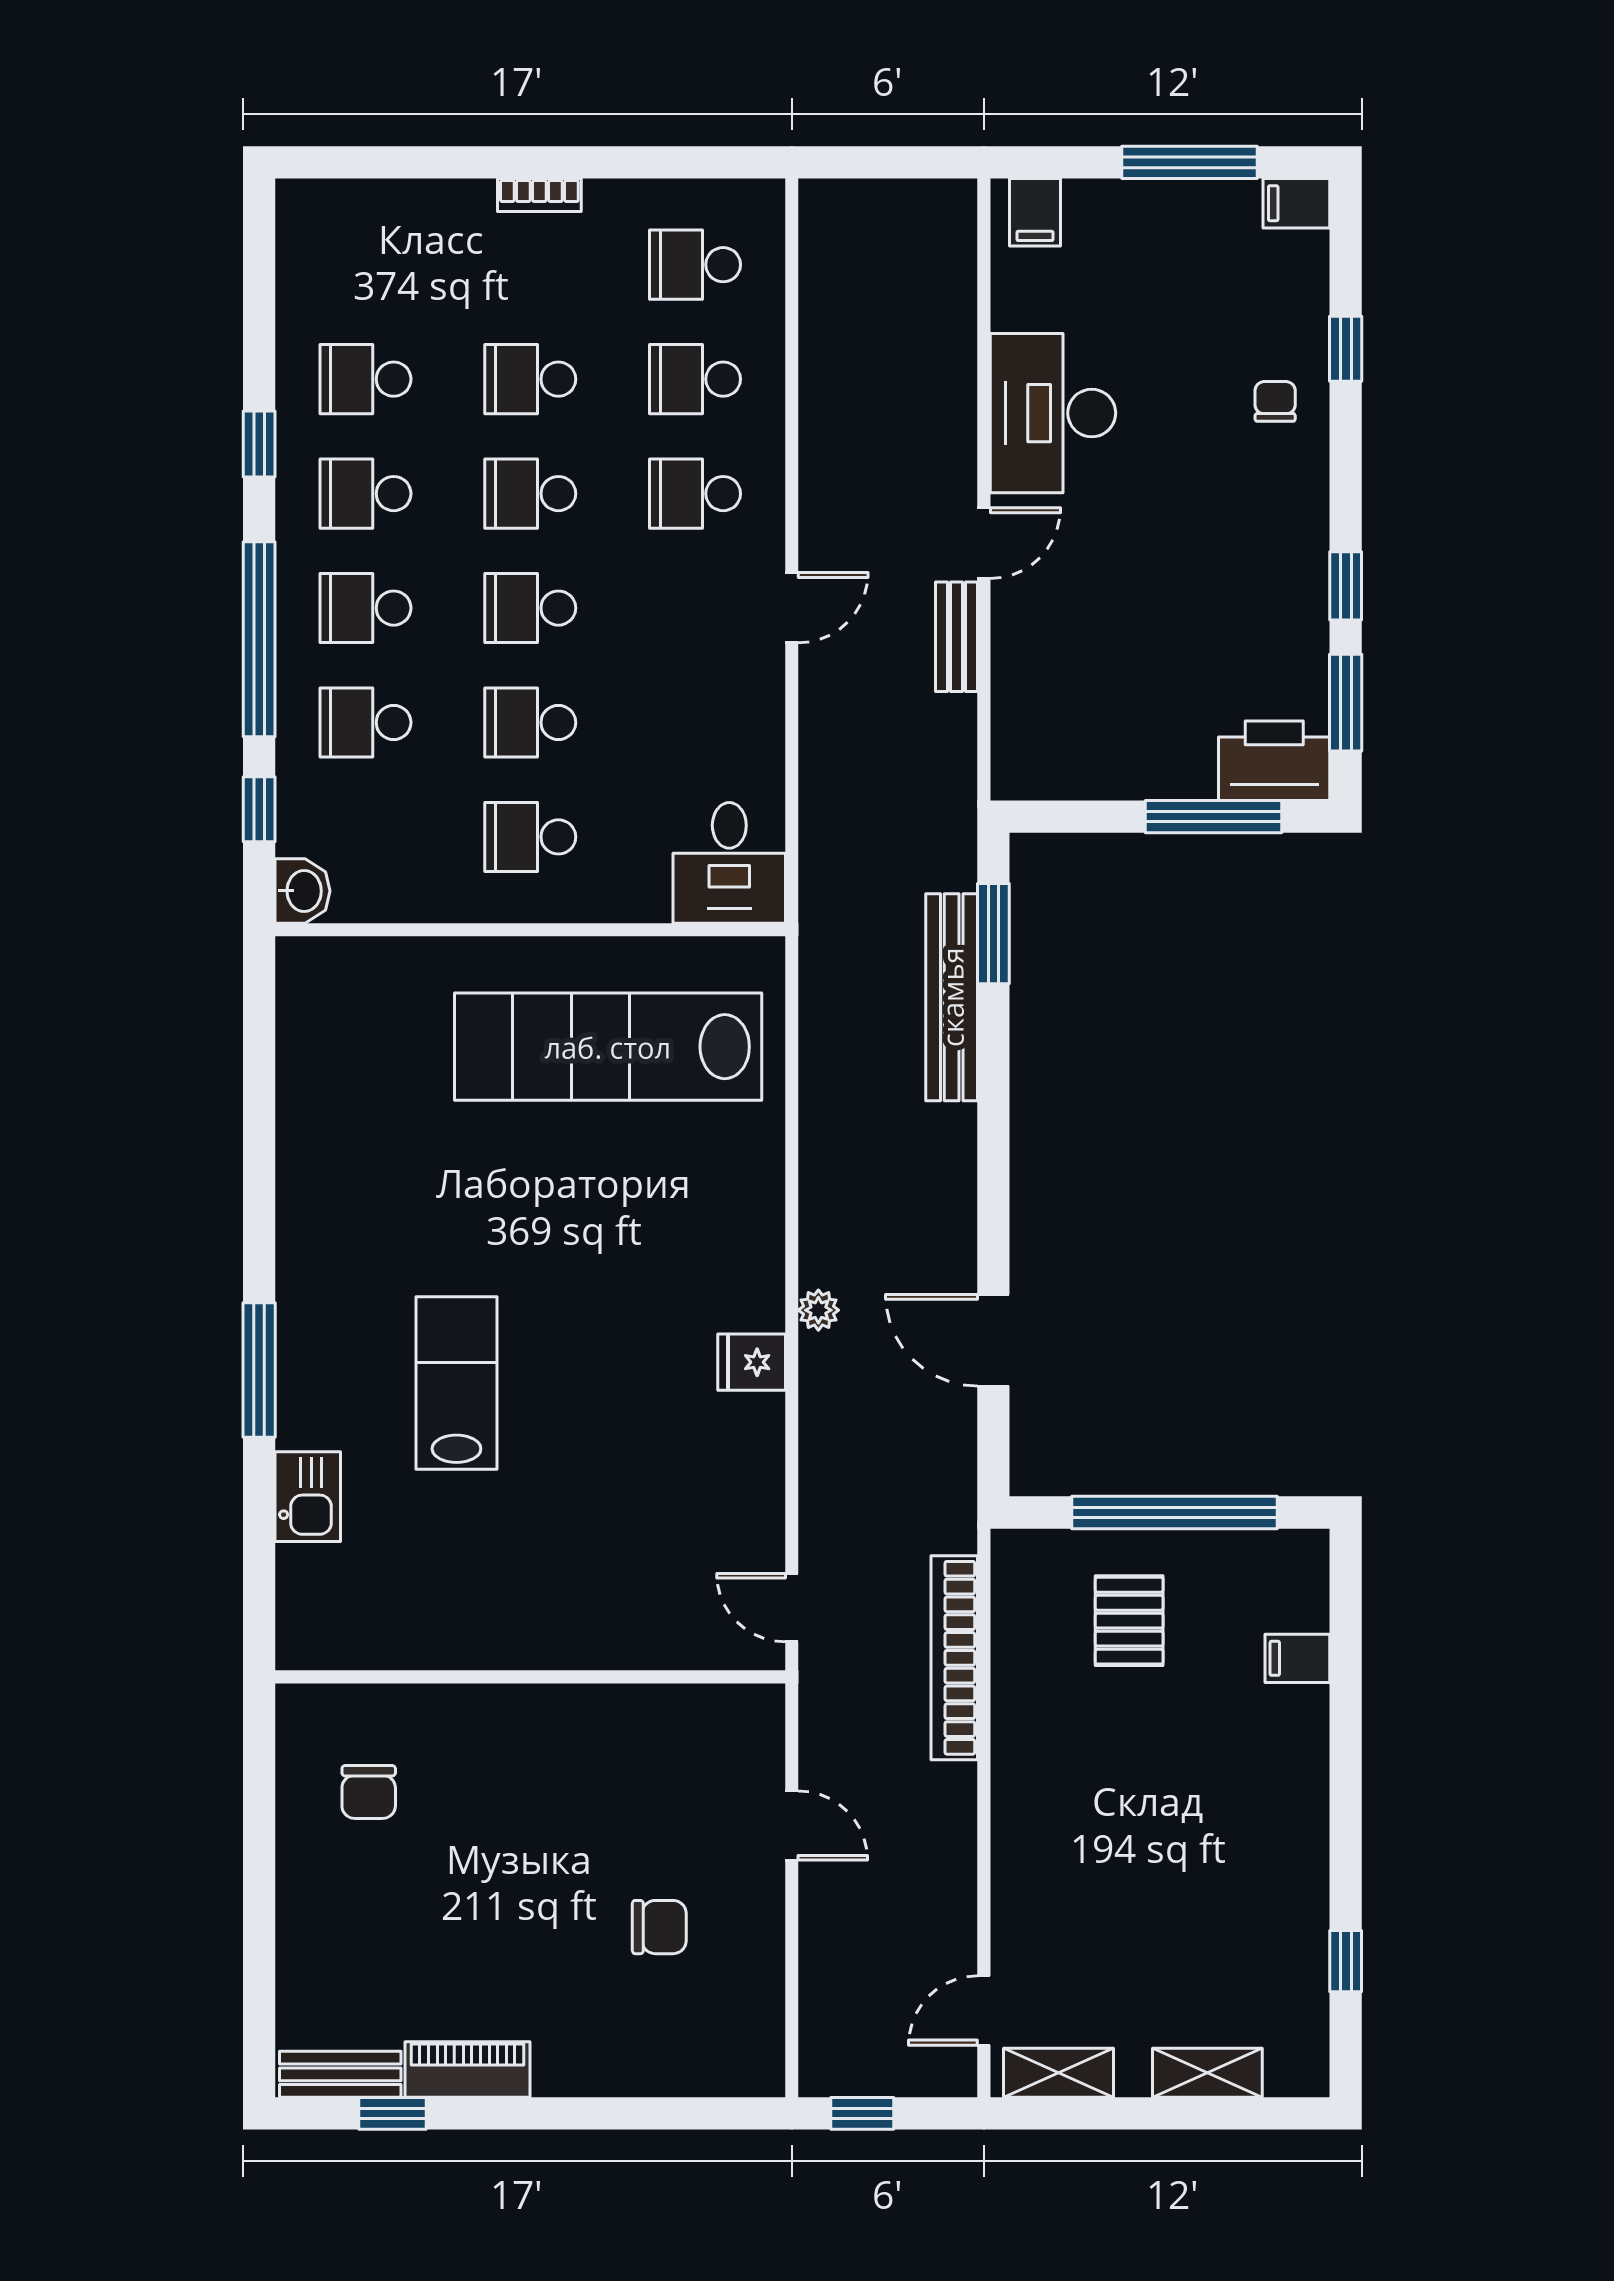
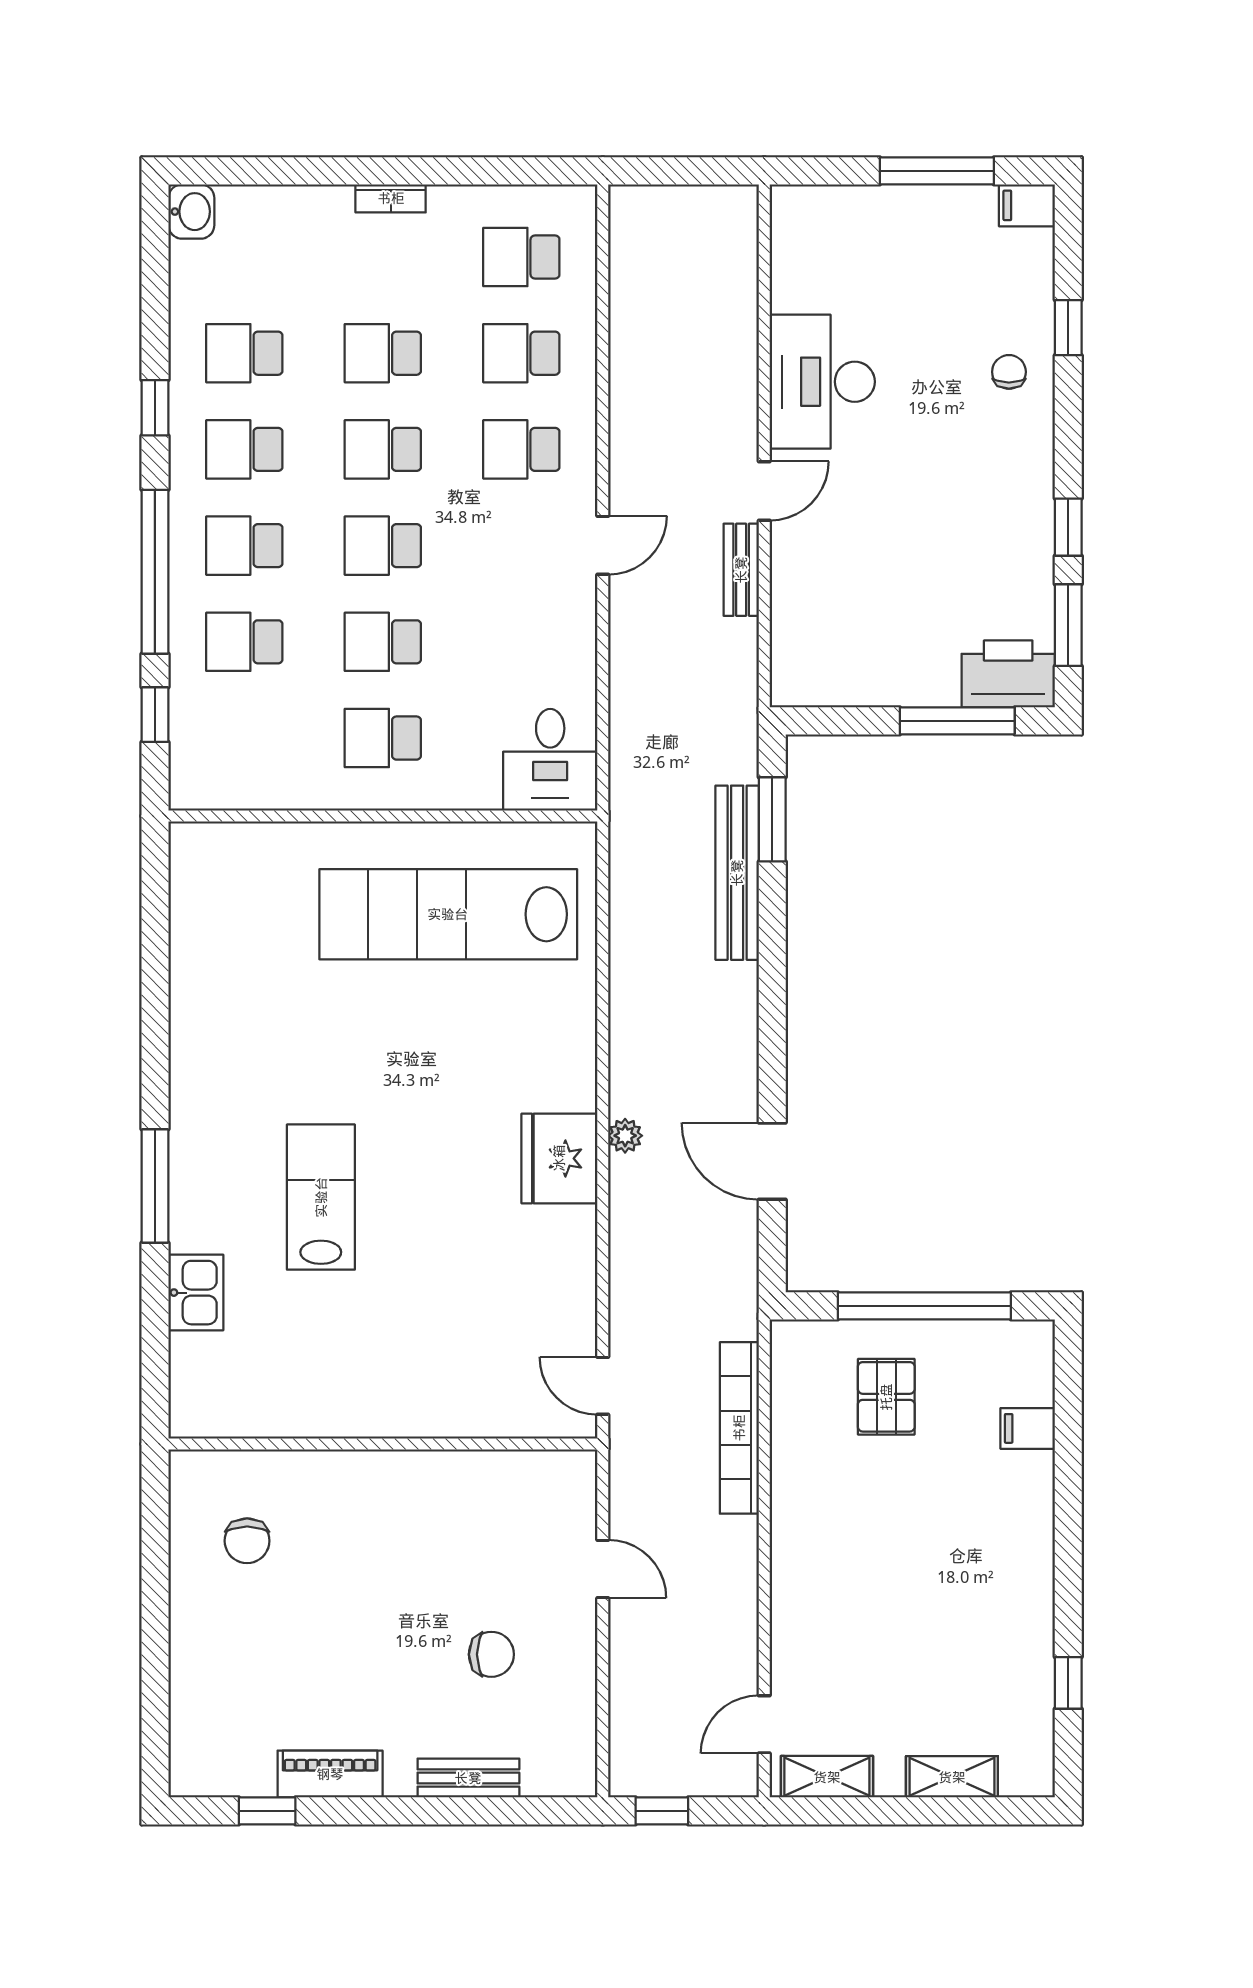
filing cabinet: (1035, 212) -> (807, 213), removed
washbasin: (302, 891) -> (191, 212), moved
fridge: (752, 1362) -> (559, 1158), width x1.88, depth x1.34
bench: (340, 2074) -> (468, 1778), moved

